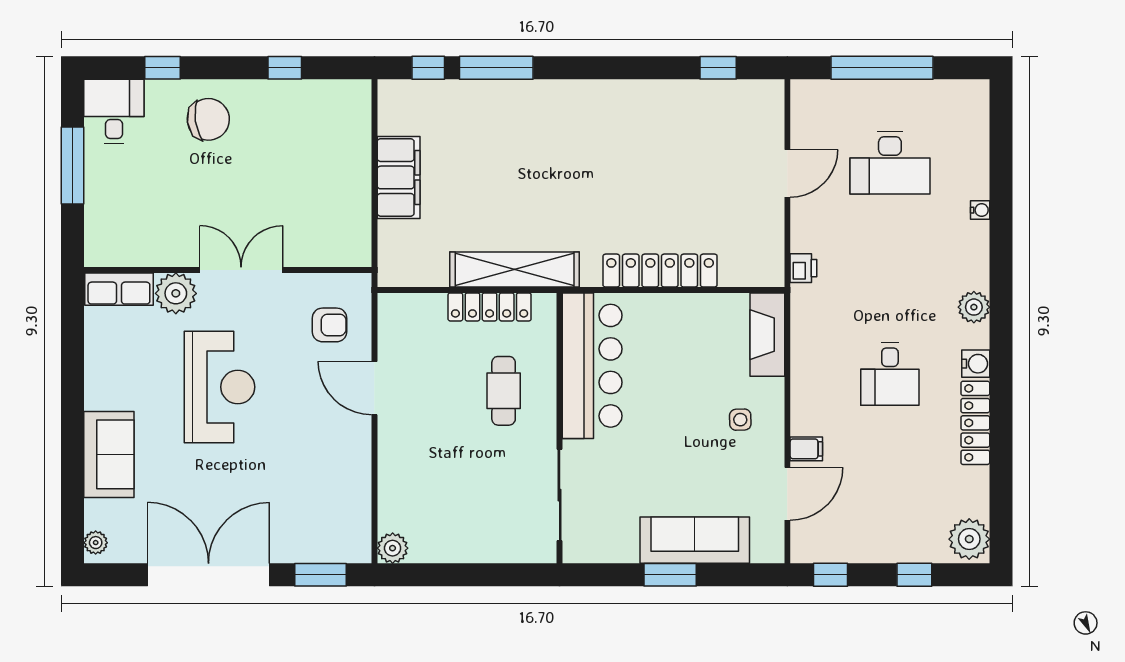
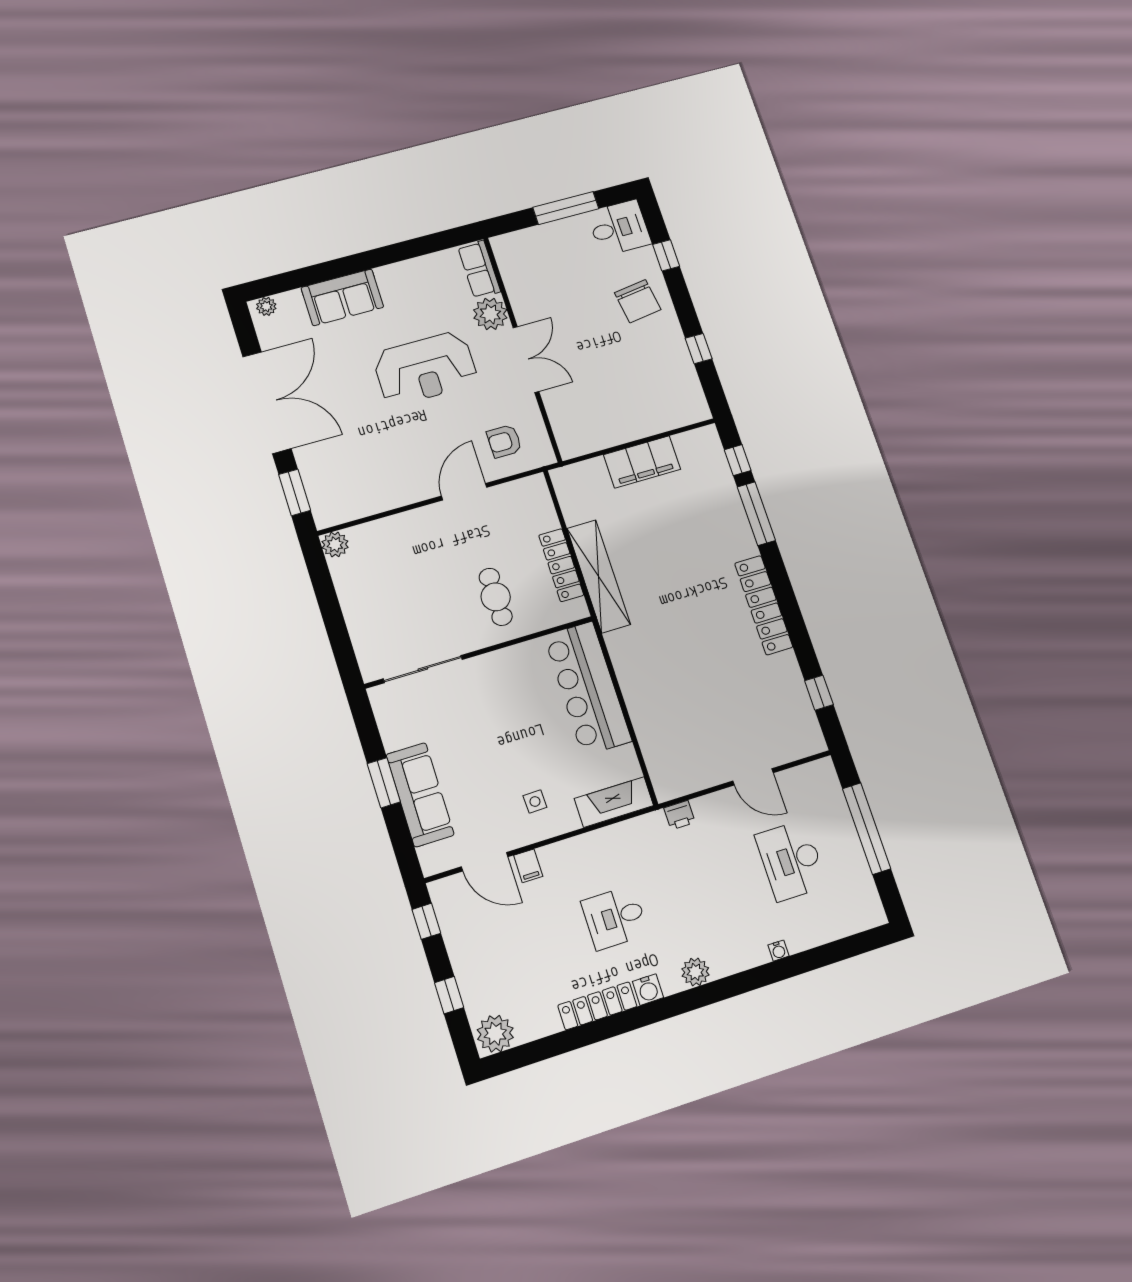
locker: (660, 271) -> (764, 605), moved, turned 180
armchair: (330, 325) -> (504, 441), turned 90
bar counter: (592, 366) -> (588, 688), moved, turned 90
cafe table: (504, 391) -> (496, 597), turned 90

